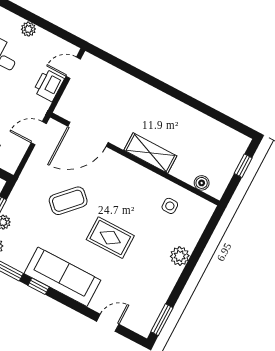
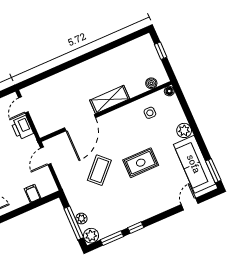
door: (88, 134) -> (80, 123), moved
floor lamp: (208, 208) -> (169, 91), added
sofa: (62, 277) -> (194, 164), moved, turned -90

